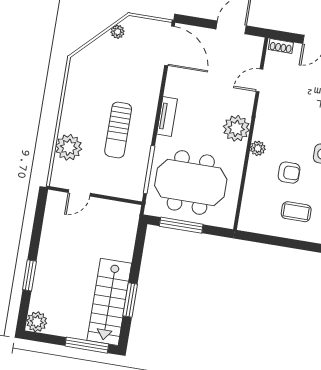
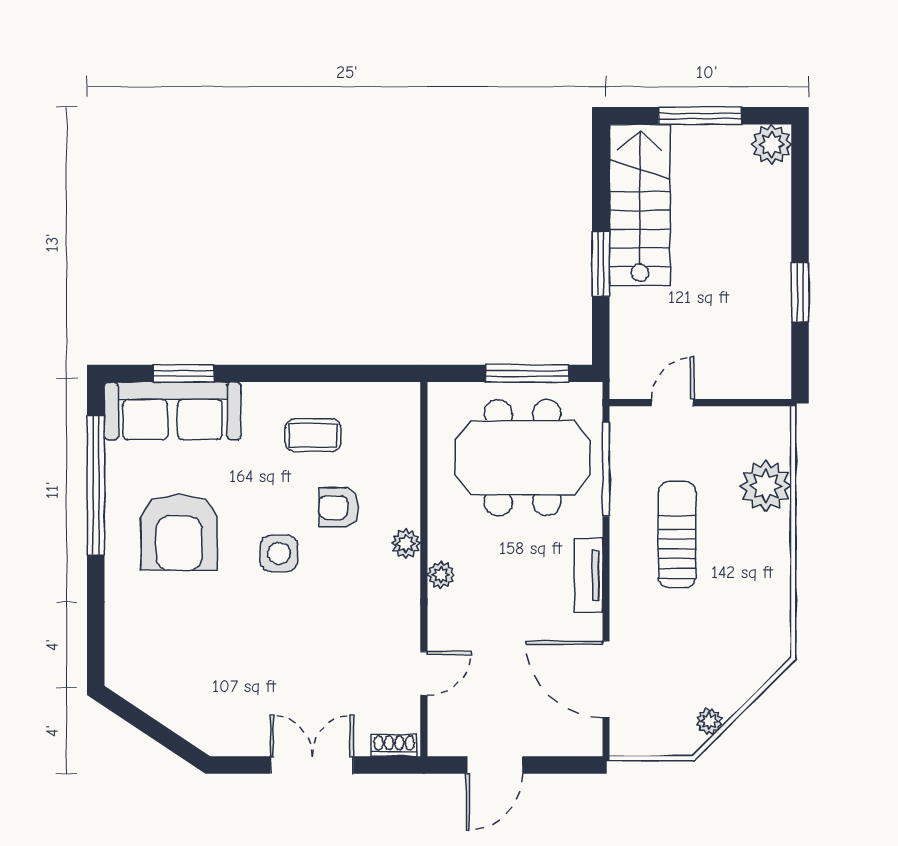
door: (170, 46) -> (606, 679), moved
plant: (236, 128) -> (441, 575), width x0.53, depth x0.53
door: (79, 193) -> (673, 403), moved
window: (29, 275) -> (800, 292), moved
window: (130, 300) -> (601, 264), moved
window: (87, 345) -> (700, 116), moved

